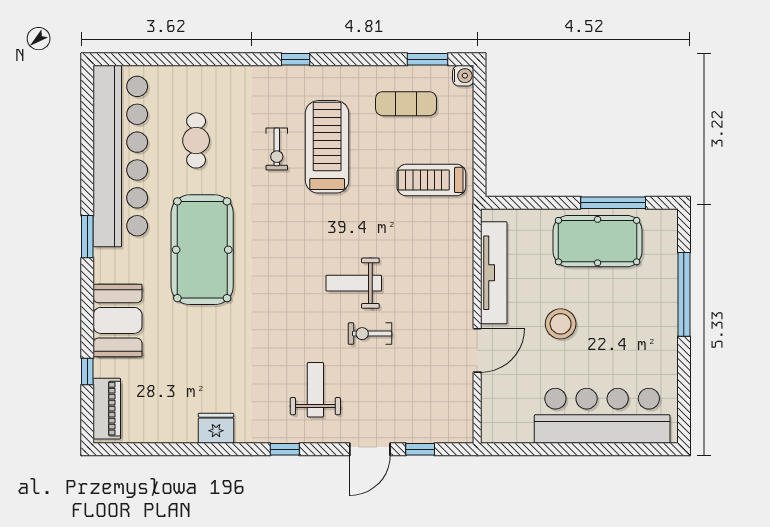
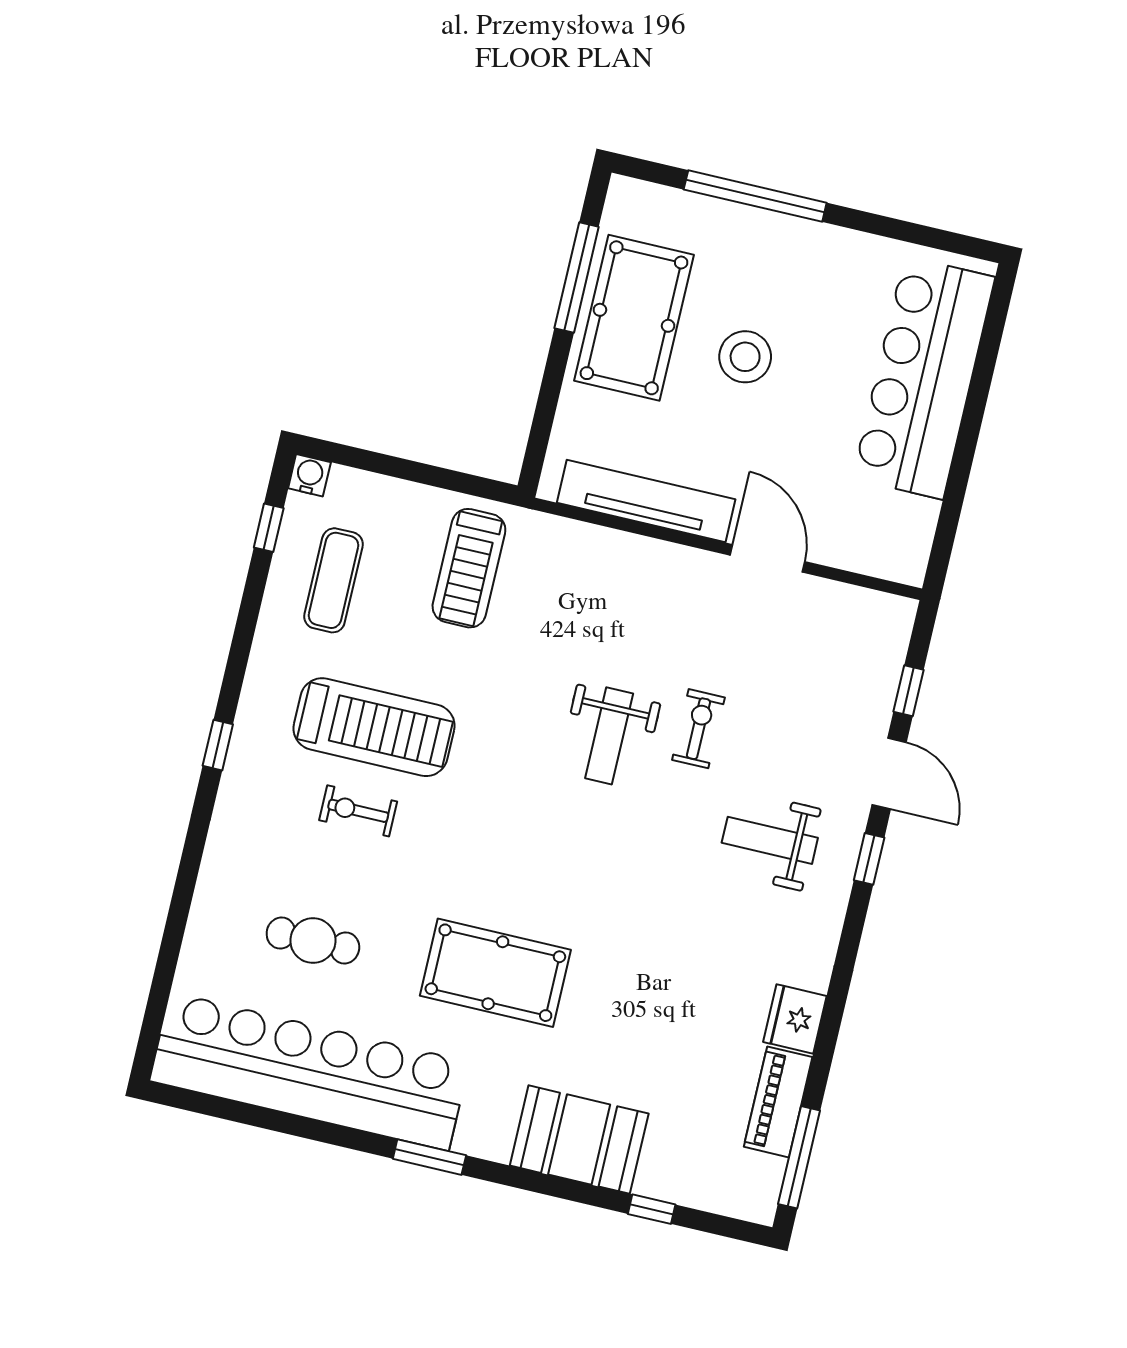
window: (428, 59) -> (269, 528), width x0.67
treadmill: (327, 147) -> (374, 727), turned 180
exercise bike: (277, 149) -> (358, 811), turned 180
pool table: (202, 250) -> (495, 973), width x0.73, depth x0.76
stool: (561, 324) -> (745, 357), moved
exercise bike: (370, 334) -> (698, 729), turned 180
piano: (107, 409) -> (778, 1102), moved, turned -90
window: (137, 449) -> (799, 1157), added
window: (285, 449) -> (869, 859), moved

